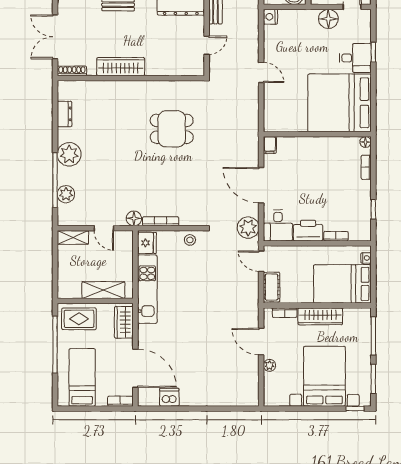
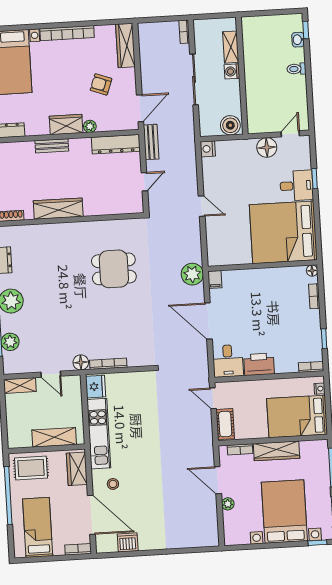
plant: (248, 228) -> (192, 274), moved
bookcase: (336, 236) -> (311, 367), moved
stool: (190, 240) -> (113, 484), moved

